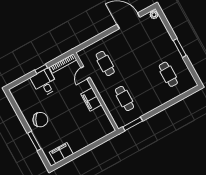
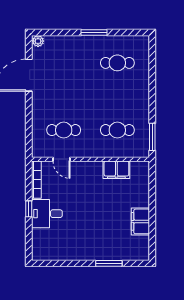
filing cabinet: (91, 99) -> (116, 170), moved
chair: (40, 120) -> (88, 243), removed
filing cabinet: (61, 153) -> (140, 221), moved

